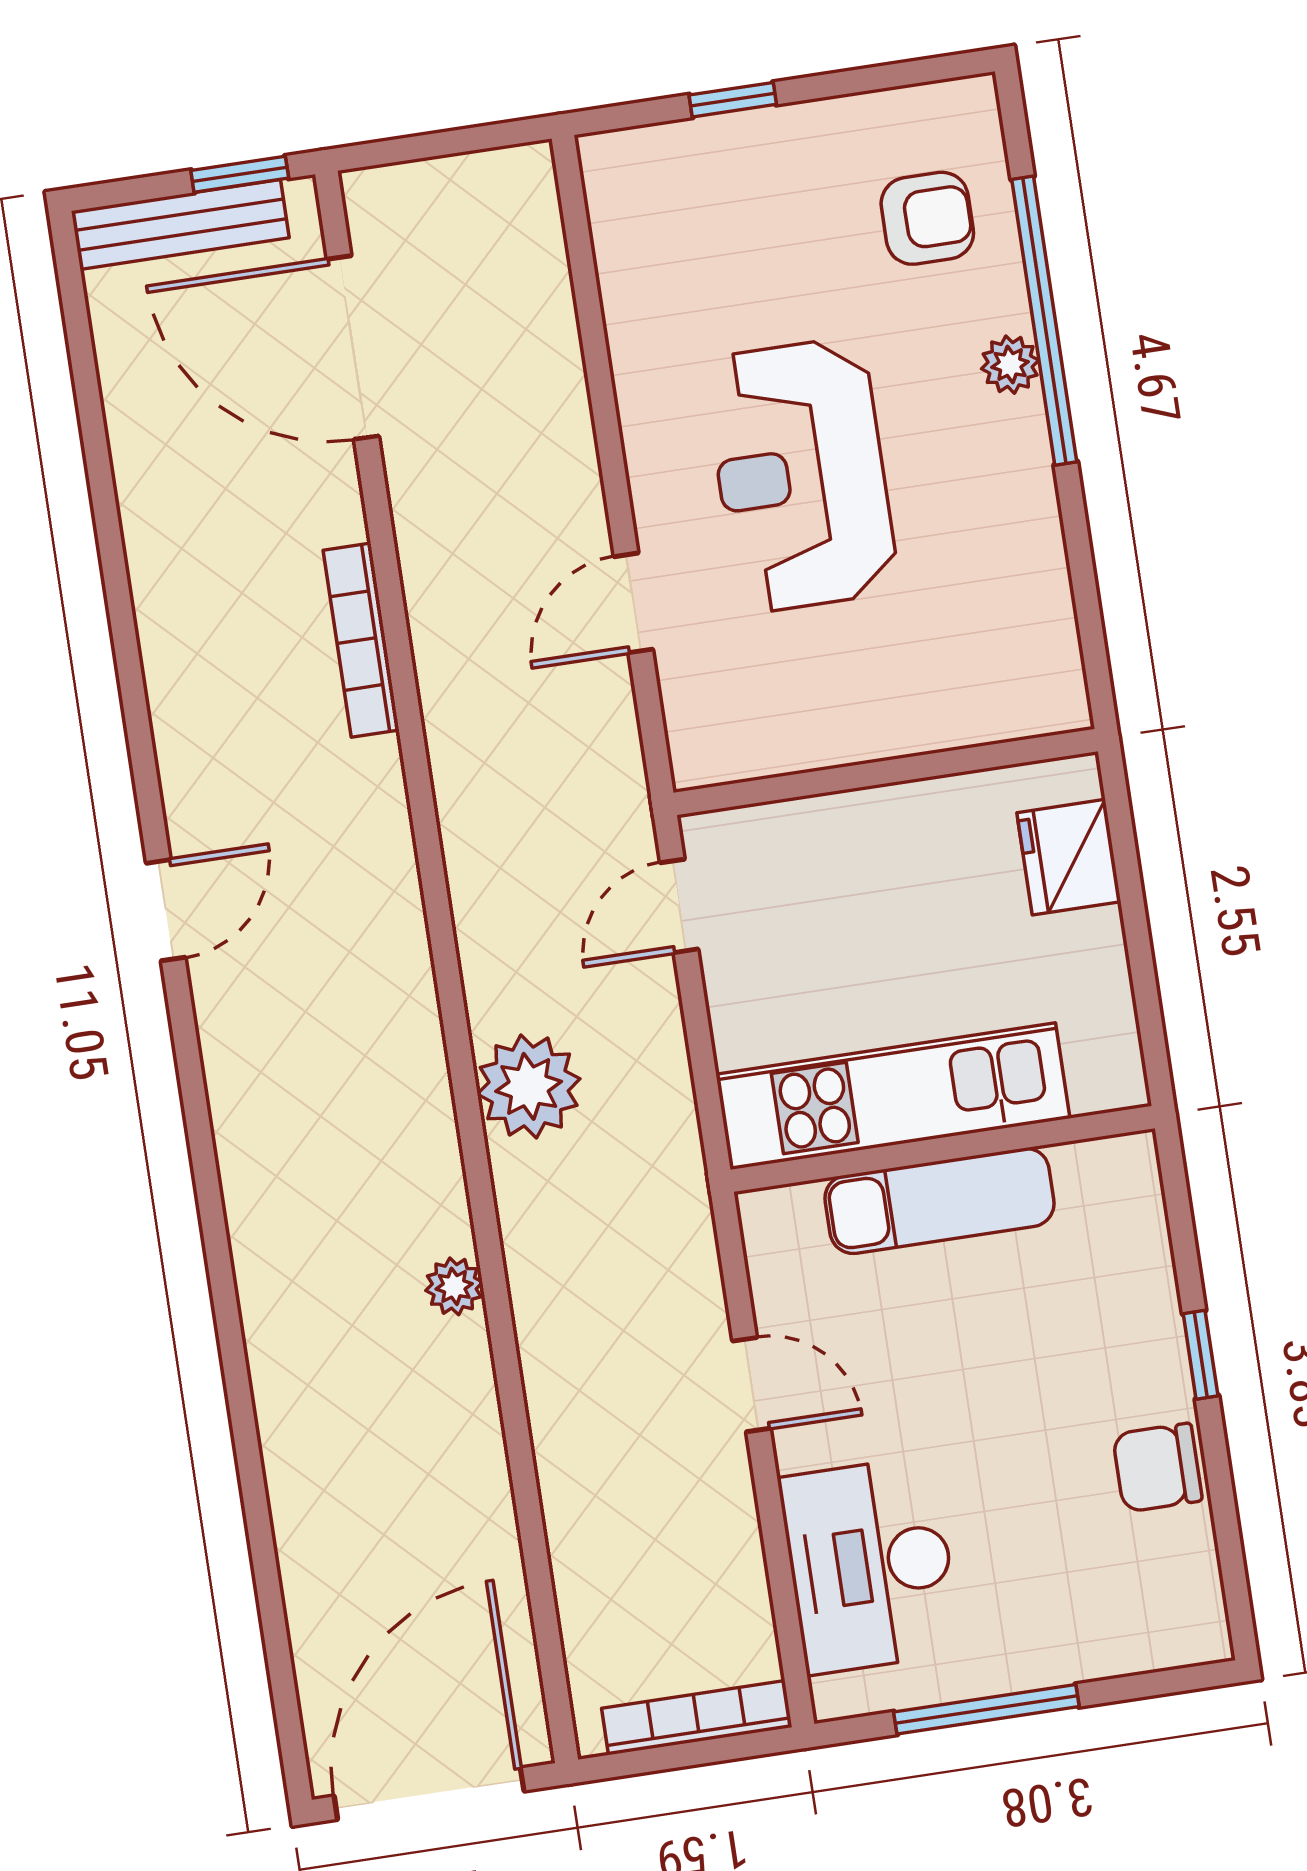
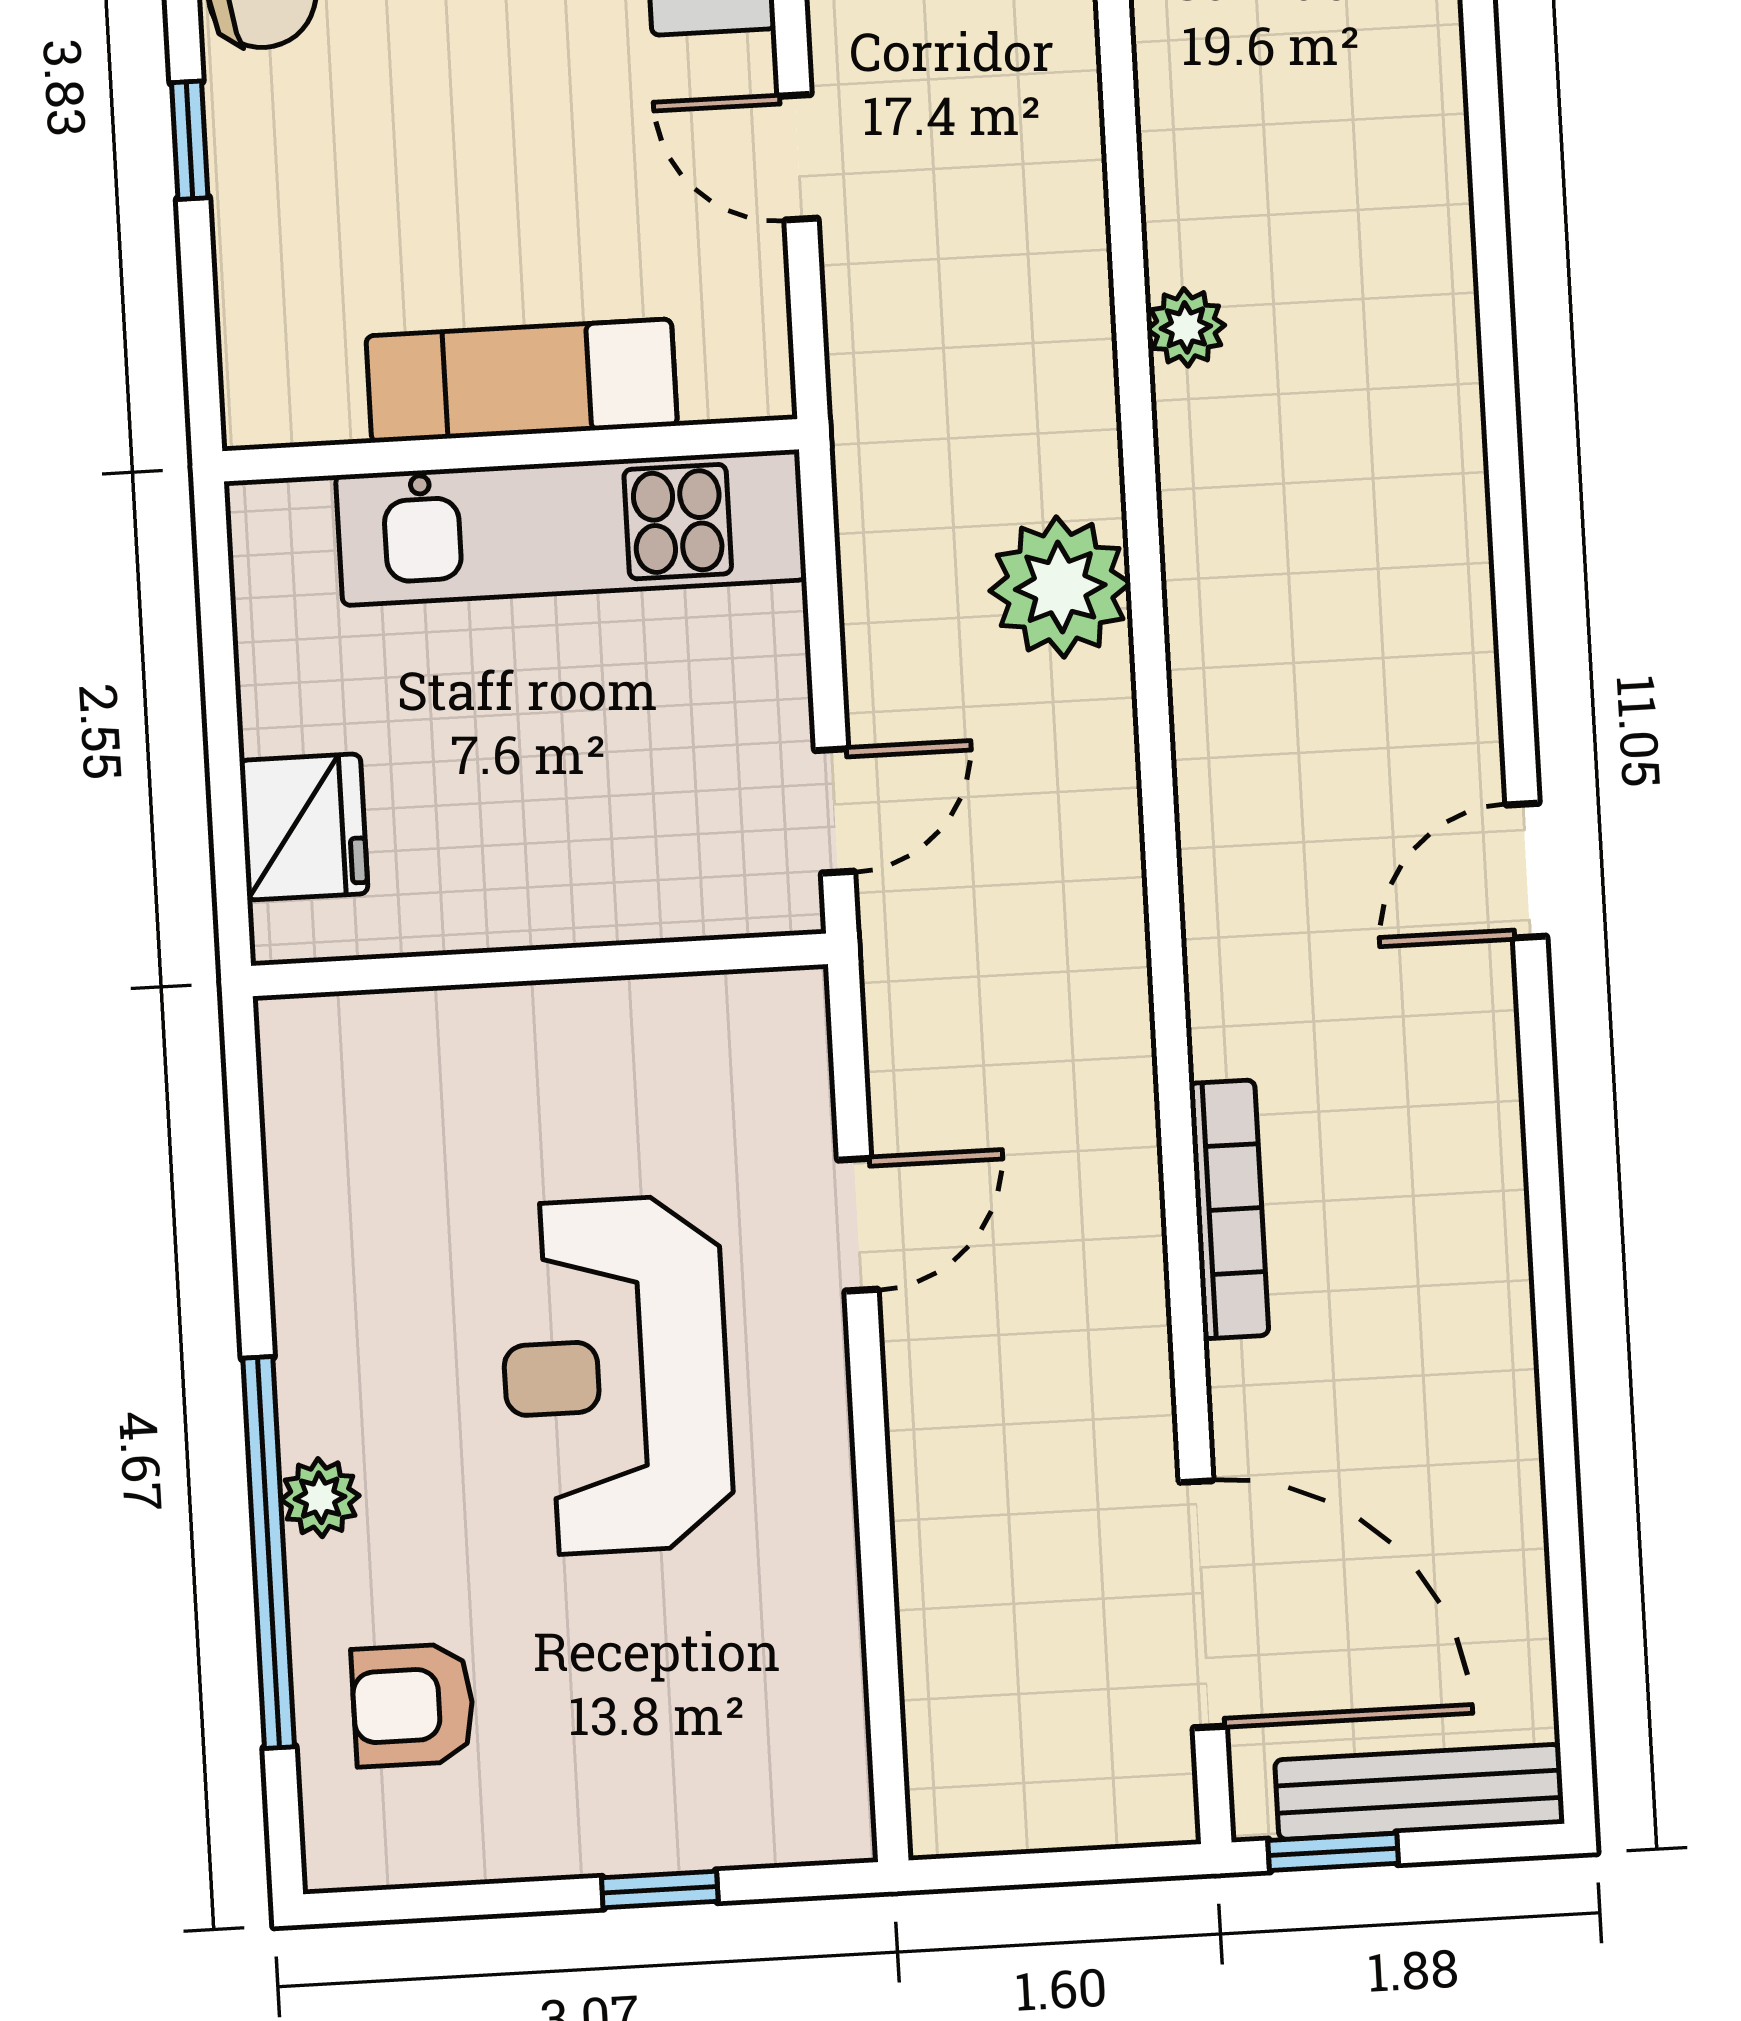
reception desk: (801, 475) -> (616, 1375), turned 180

